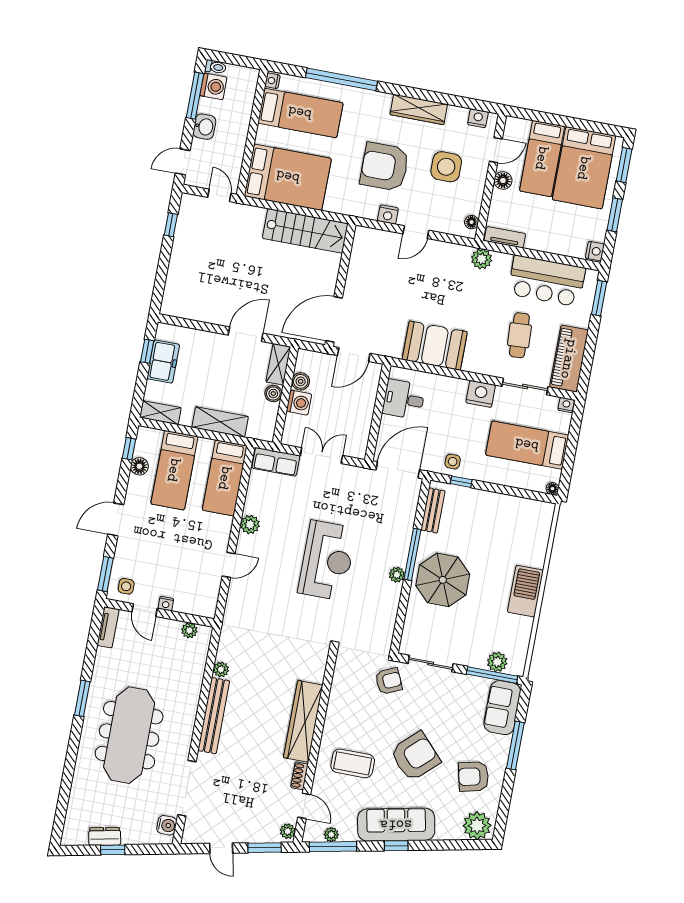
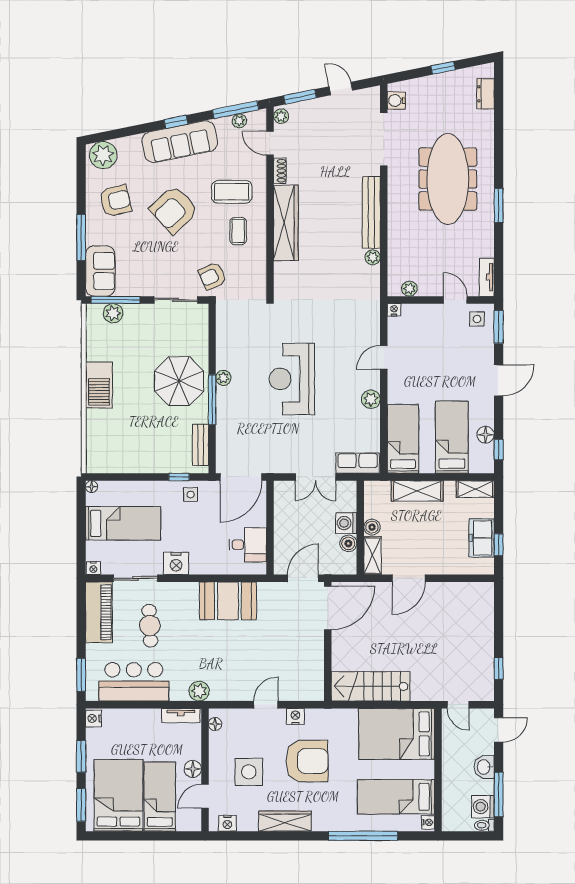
nightstand: (166, 604) -> (394, 310), moved
coffee table: (354, 722) -> (238, 231), added
dresser: (105, 836) -> (486, 94), moved, turned 101

